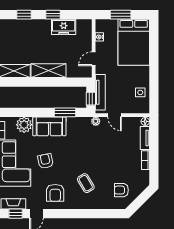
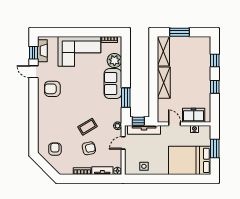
freezer: (64, 27) -> (194, 115), moved, turned 90
armchair: (45, 161) -> (89, 148), moved
coffee table: (86, 183) -> (87, 127), moved

